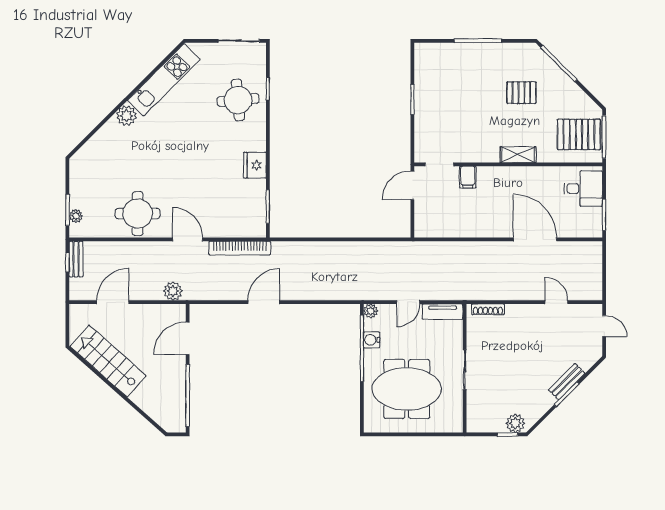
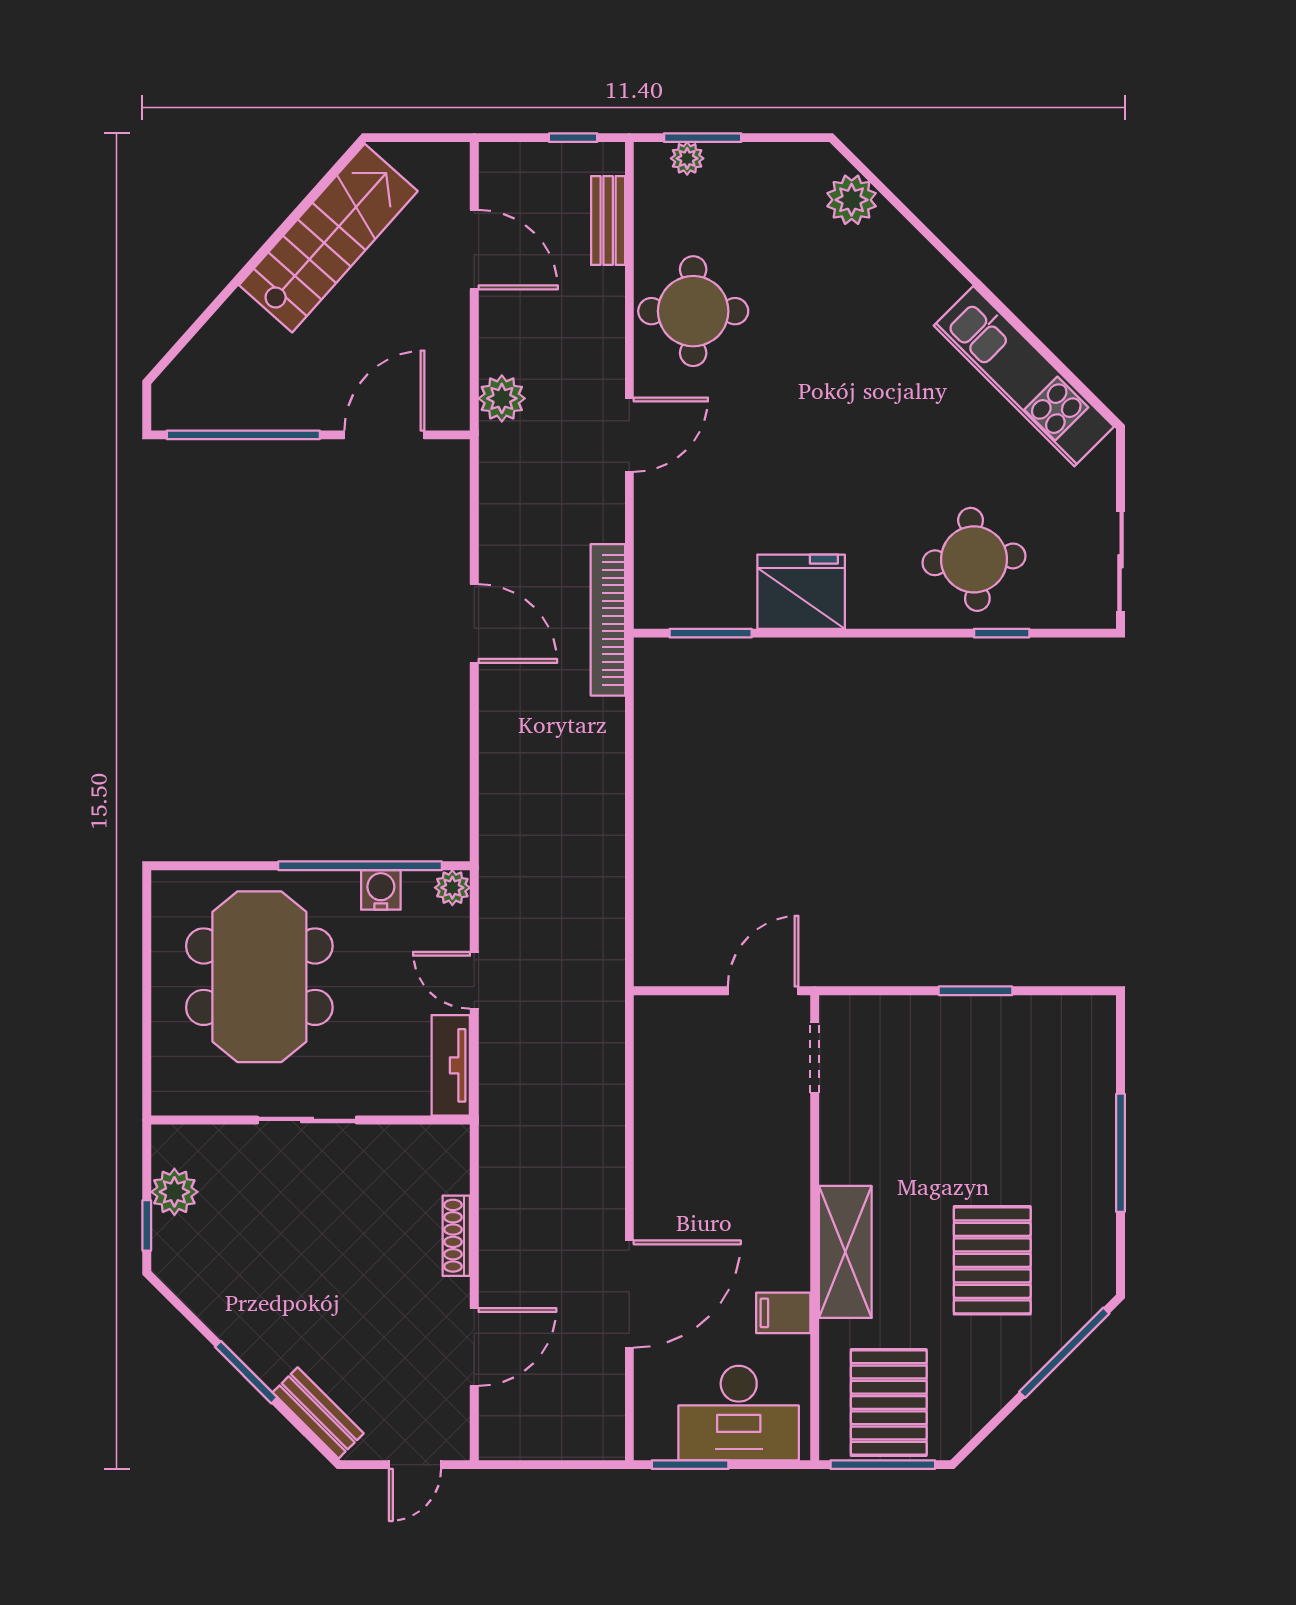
pallet: (521, 93) -> (992, 1260), width x1.50, depth x1.42
plant: (126, 116) -> (852, 200), moved
shelving: (518, 155) -> (845, 1252), width x1.50, depth x1.33
fridge: (255, 165) -> (801, 592), width x1.36, depth x1.34
filing cabinet: (468, 177) -> (783, 1313), moved
door: (412, 185) -> (763, 991), hinge flipped
desk: (583, 189) -> (739, 1413), width x1.37
bookcase: (240, 248) -> (608, 620), moved
bench: (76, 259) -> (608, 220), moved, turned 90
door: (556, 302) -> (474, 1347), width x1.38
shoe rack: (488, 309) -> (456, 1236), moved
door: (188, 338) -> (384, 435), hinge flipped
bench: (567, 382) -> (318, 1413), moved
plant: (515, 423) -> (174, 1192), moved

